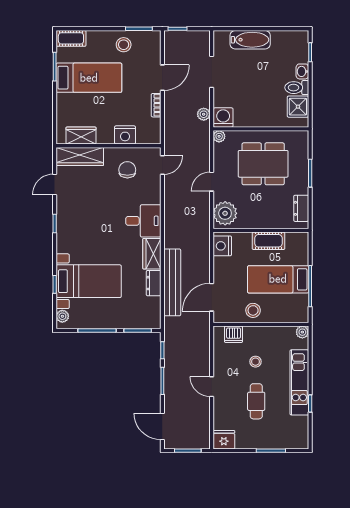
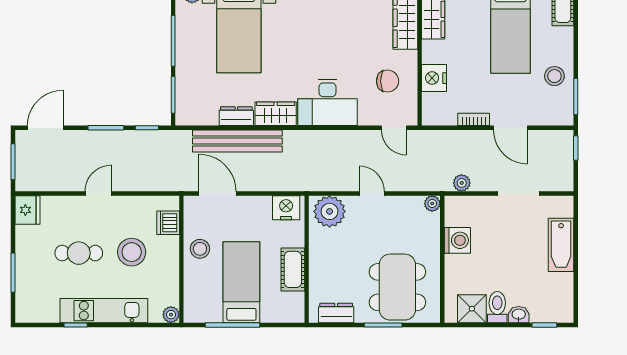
washing machine: (223, 118) -> (457, 240), moved
dining table: (263, 164) -> (397, 287), moved
desk: (143, 221) -> (328, 102), width x1.37
stool: (256, 362) -> (132, 252), width x1.89, depth x1.89

